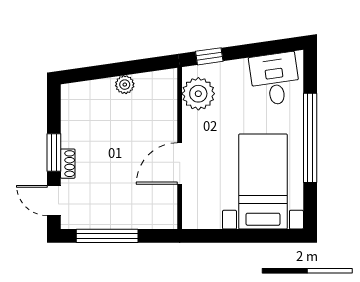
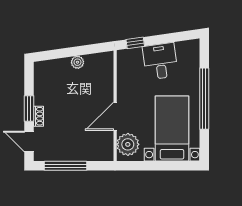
desk: (275, 79) -> (160, 61), moved
plant: (198, 94) -> (128, 144), moved

